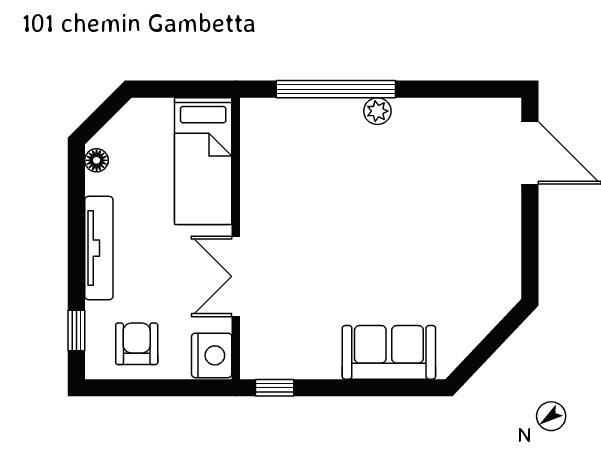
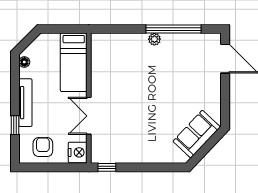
window: (336, 89) -> (174, 29), moved
window: (76, 331) -> (15, 125), moved
sofa: (389, 352) -> (197, 134), moved, turned -47

